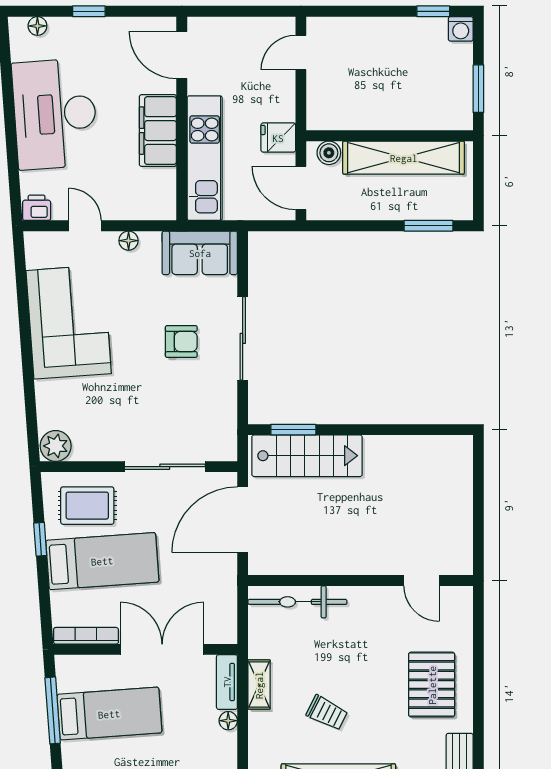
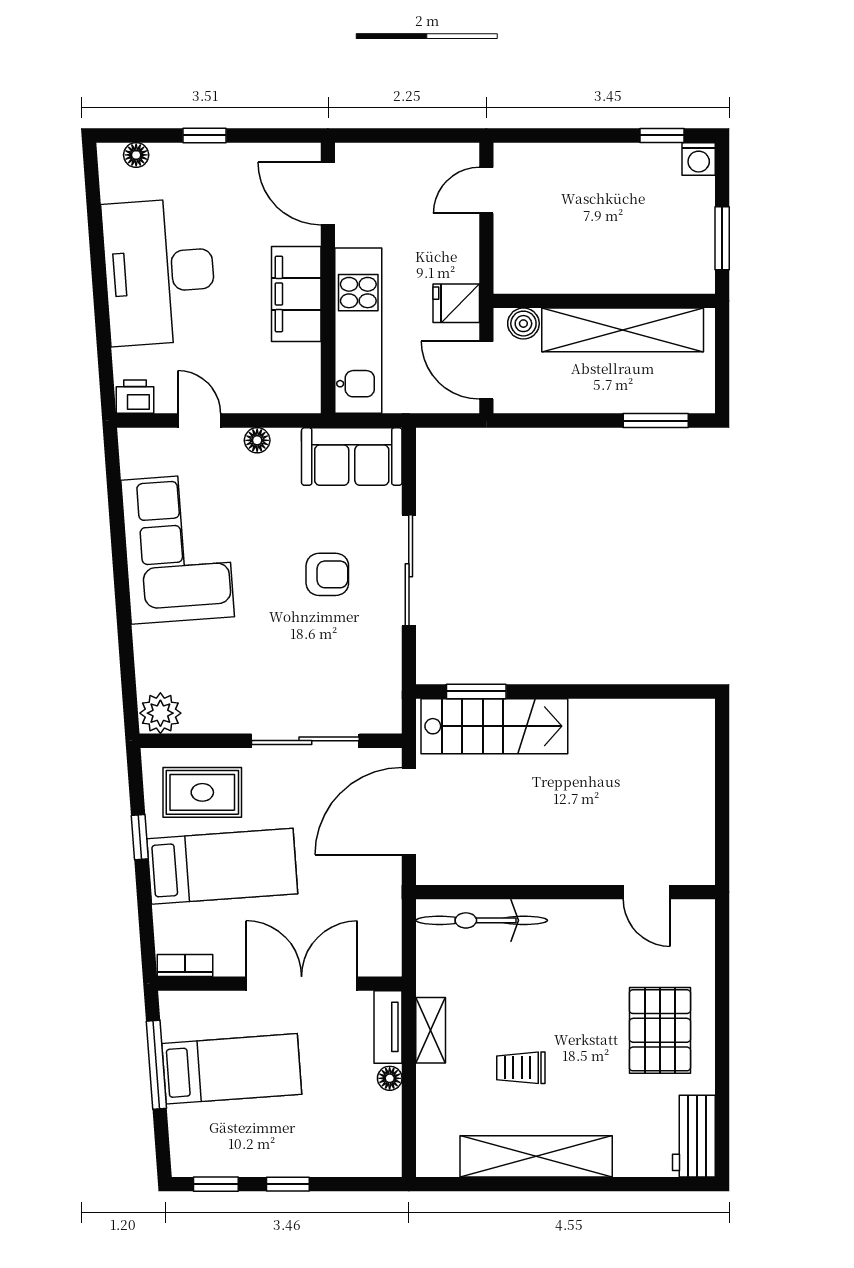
bookcase: (86, 636) -> (185, 965), width x0.64
trolley: (327, 713) -> (521, 1068), turned 153

